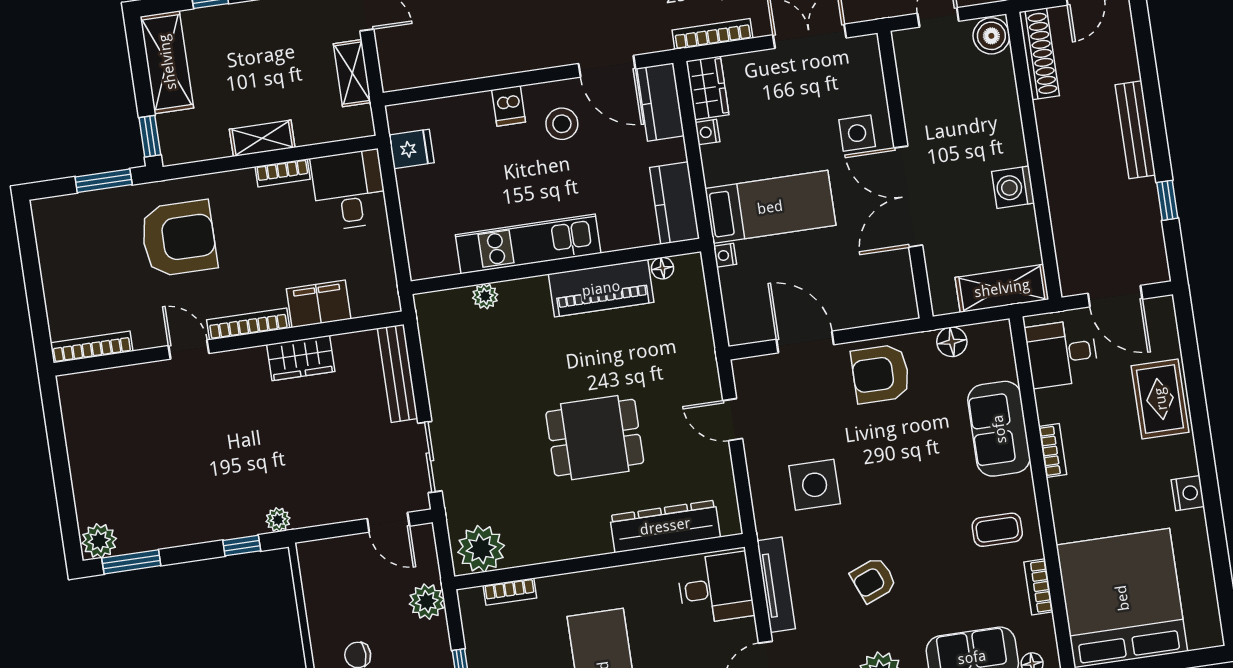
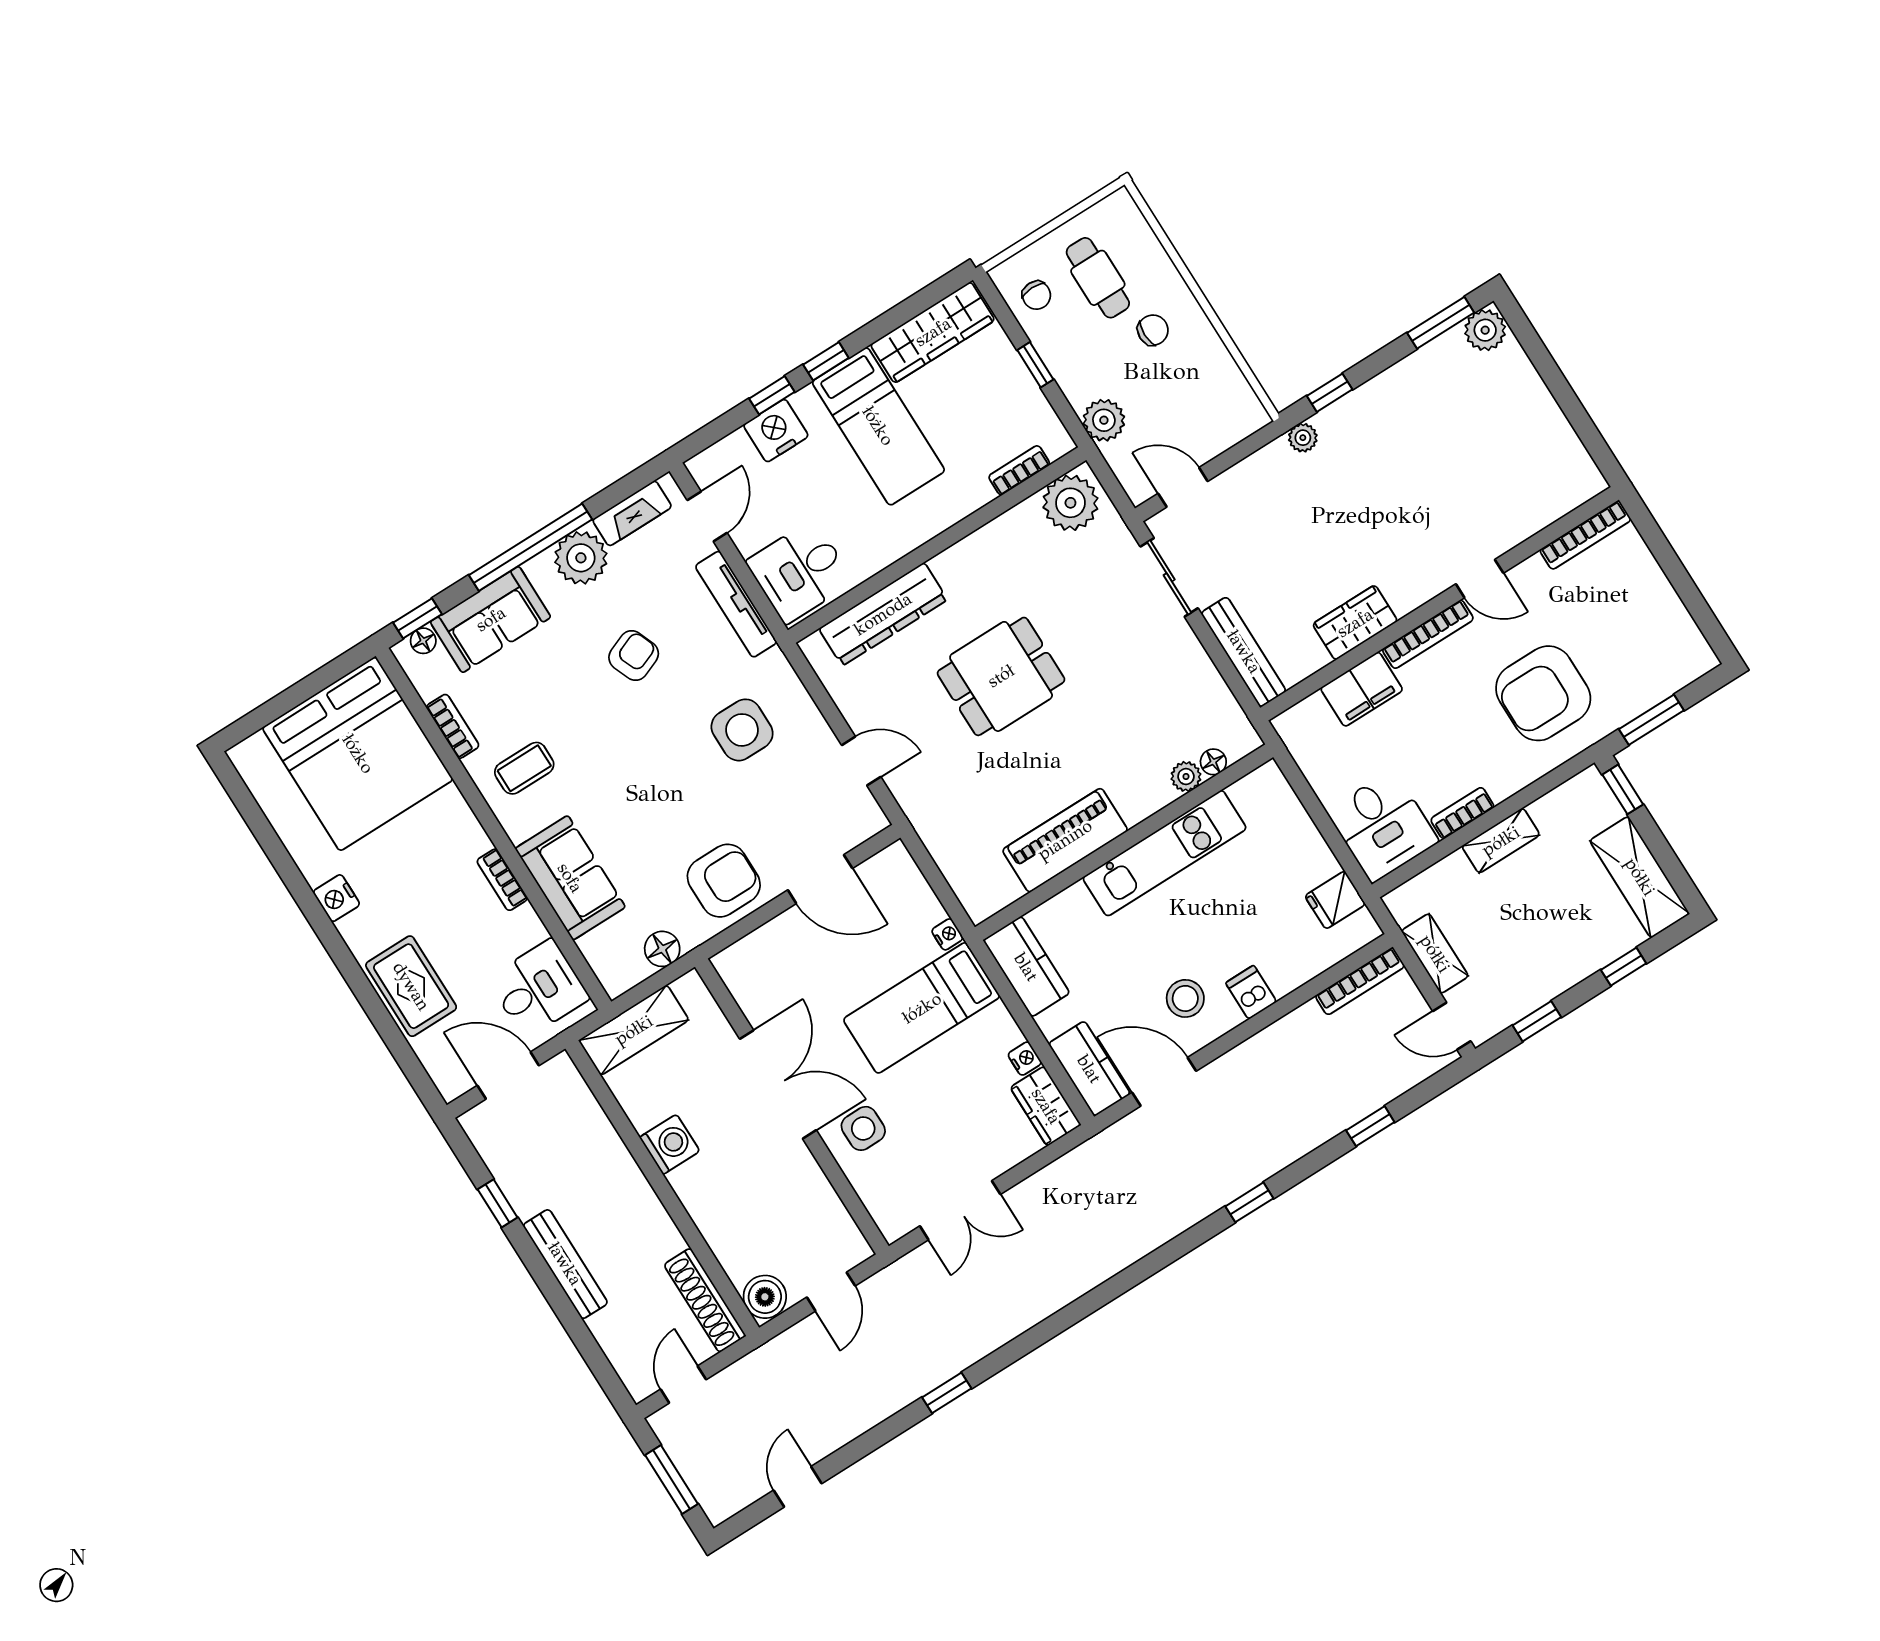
bookcase: (712, 34) -> (1360, 981), moved
floor lamp: (662, 268) -> (1213, 762), moved

